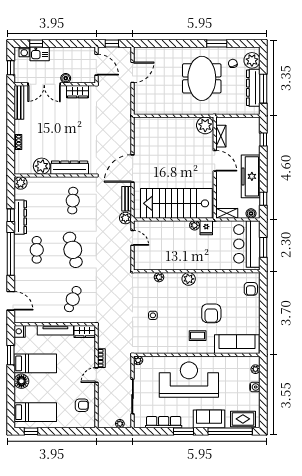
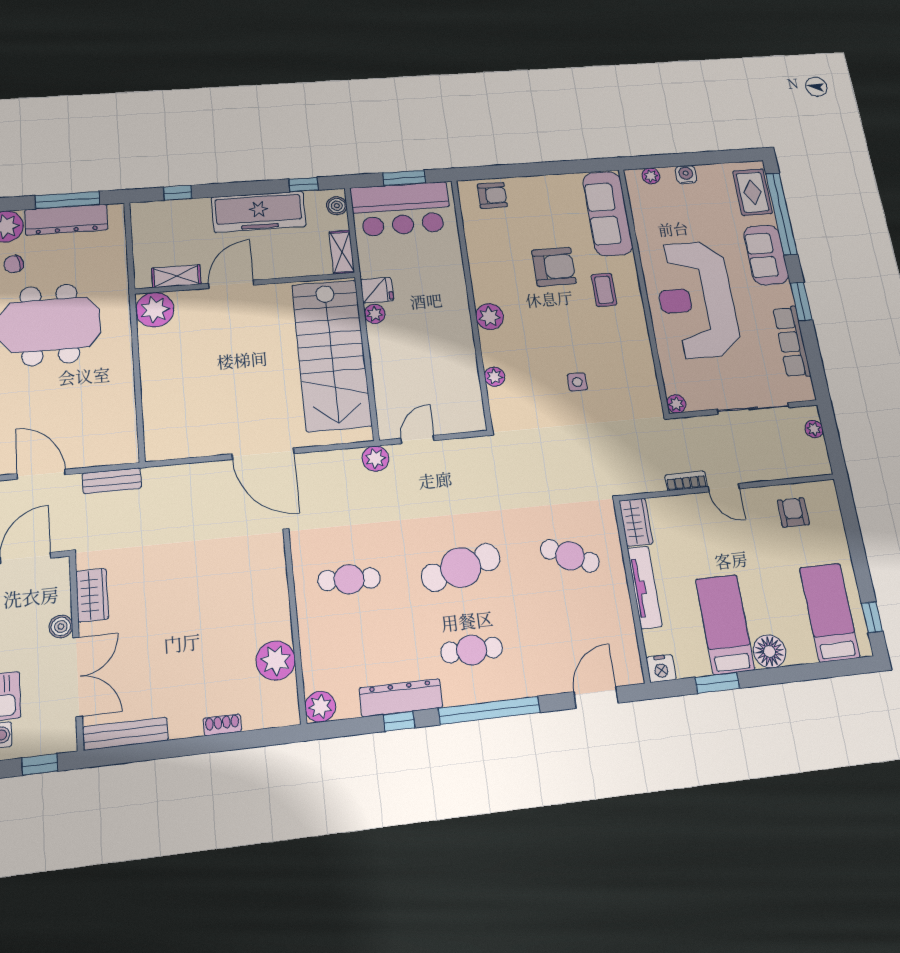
dresser: (70, 168) -> (273, 595), removed
bench: (127, 199) -> (112, 481), moved

